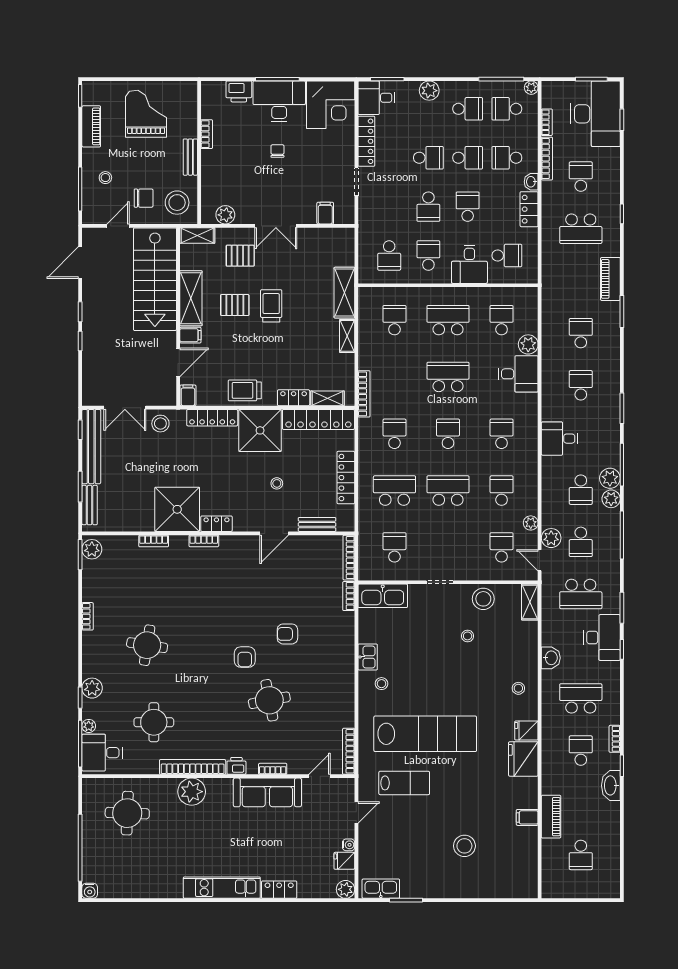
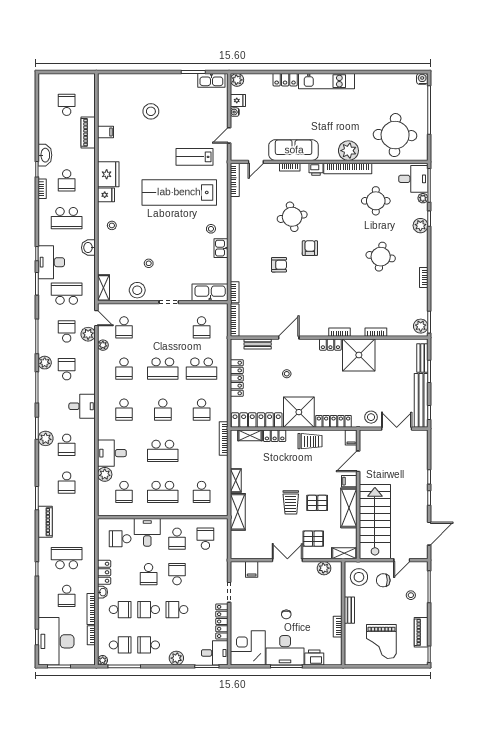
plant: (610, 478) -> (46, 438), moved
round table: (127, 813) -> (395, 135), width x1.36, depth x1.36

